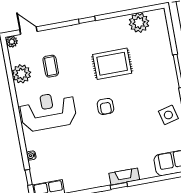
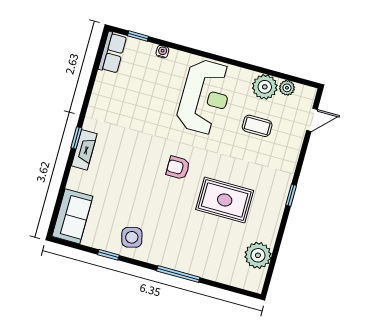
plant: (12, 42) -> (287, 88), moved
rug: (112, 64) -> (225, 200), turned 90

